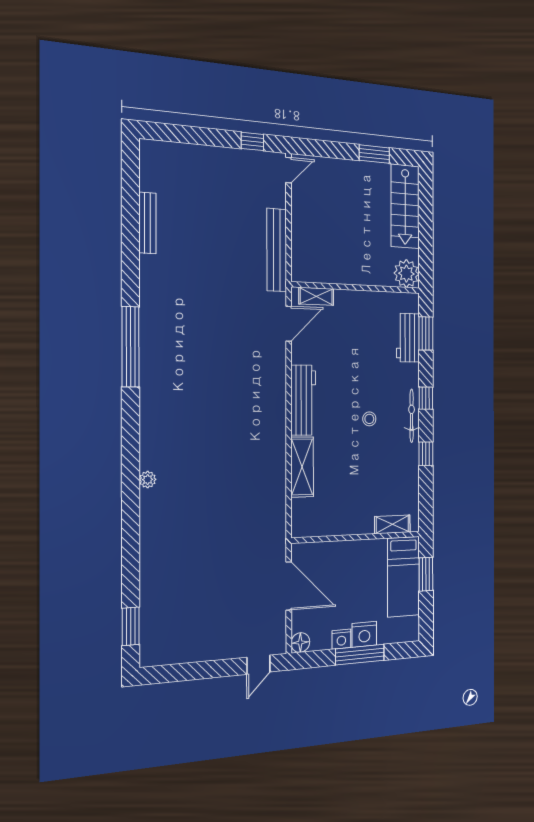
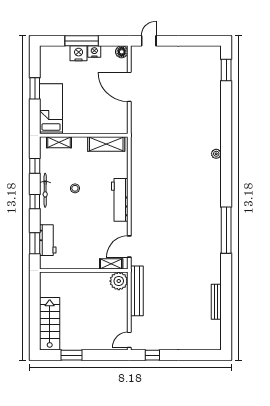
plant: (406, 274) -> (119, 281), moved
shelving: (302, 467) -> (106, 144), moved, turned 90
shelving: (392, 524) -> (59, 142), moved
wall: (357, 537) -> (84, 135), moved
bed: (403, 577) -> (51, 109), moved

